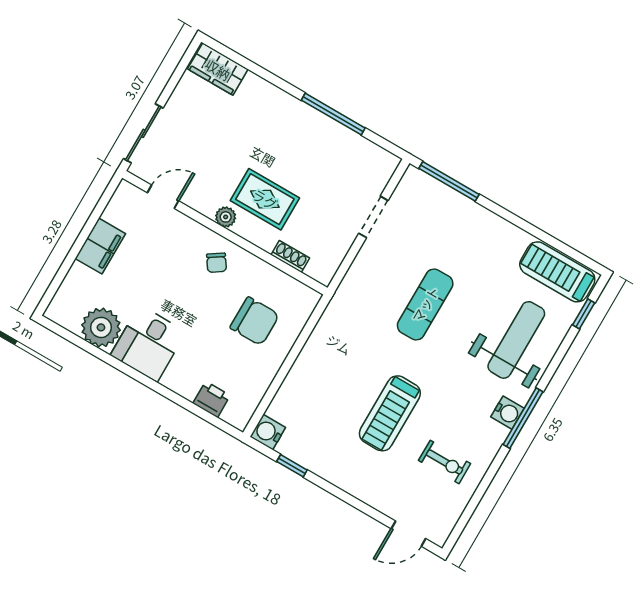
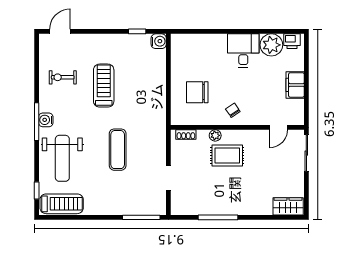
plant: (226, 217) -> (215, 135), moved
shoe rack: (290, 256) -> (186, 134), moved
printer: (211, 399) -> (292, 41), moved

